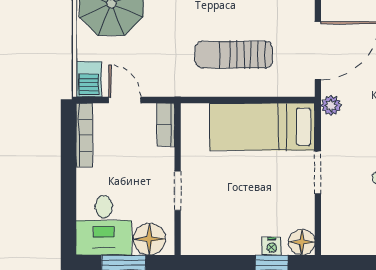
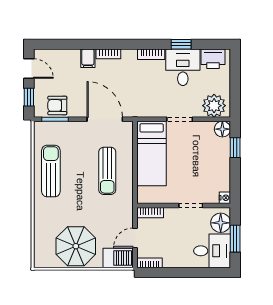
barbecue: (89, 79) -> (118, 258), width x1.38, depth x1.27
plant: (331, 106) -> (214, 106), moved, width x1.87, depth x1.87
bookcase: (84, 135) -> (150, 263), width x0.64
nightstand: (272, 246) -> (225, 198), moved

